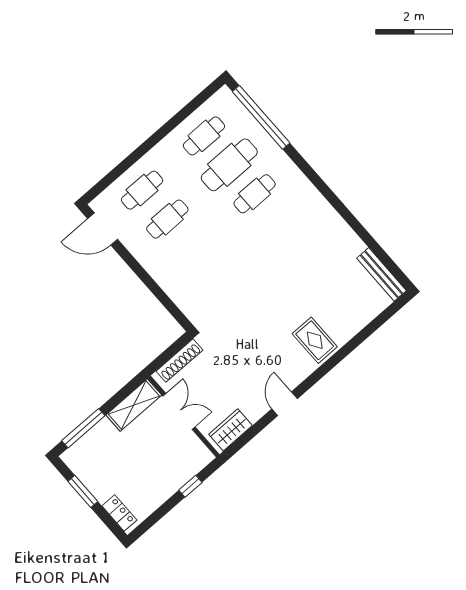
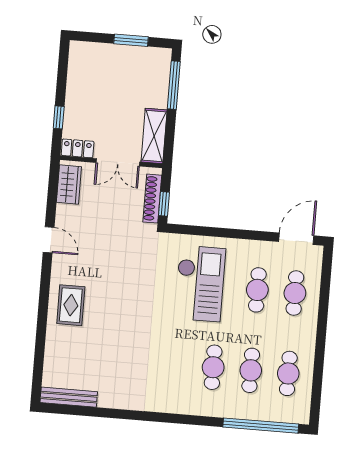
cafe table: (229, 165) -> (251, 370), width x0.73, depth x0.74
checkout: (205, 264) -> (200, 284), added
rug: (315, 340) -> (71, 305), turned 90
window: (175, 348) -> (164, 204), added
locker: (119, 513) -> (78, 148), moved, turned 180

